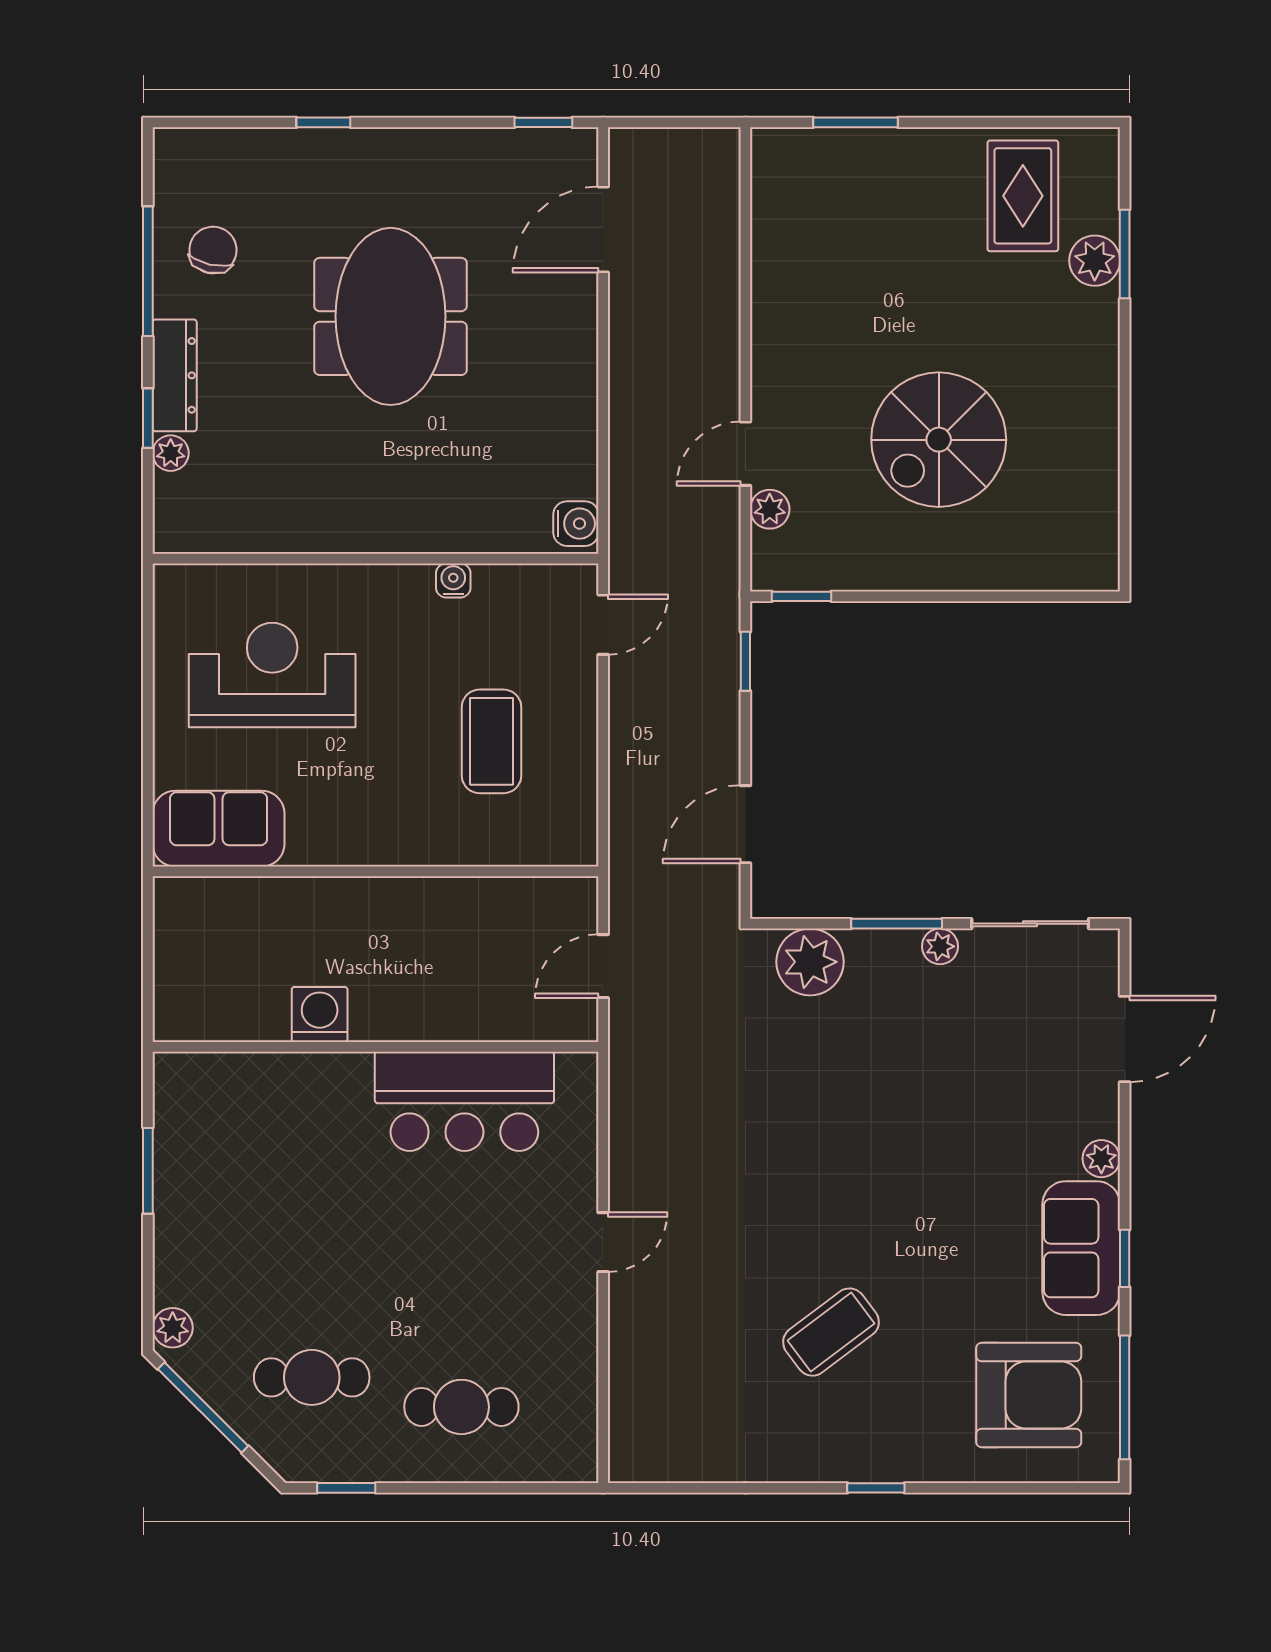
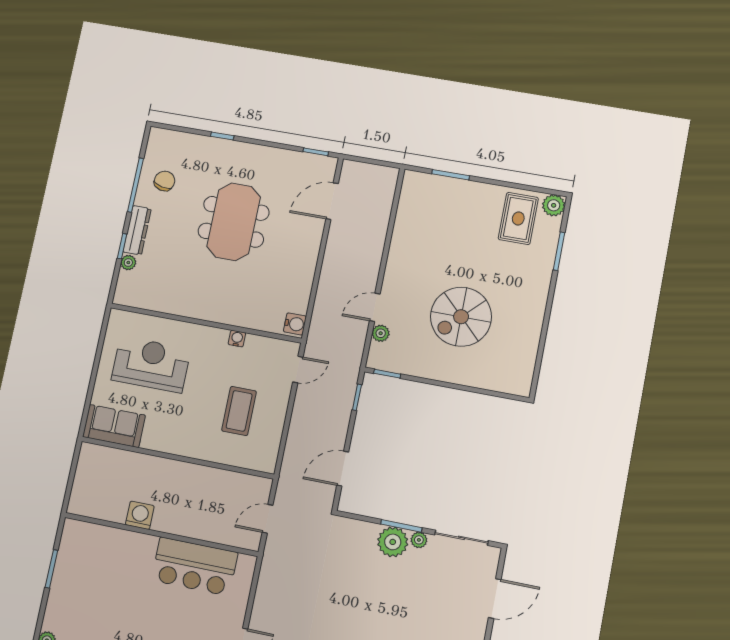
plant: (1095, 261) -> (554, 205), moved
plant: (810, 962) -> (393, 542), moved

